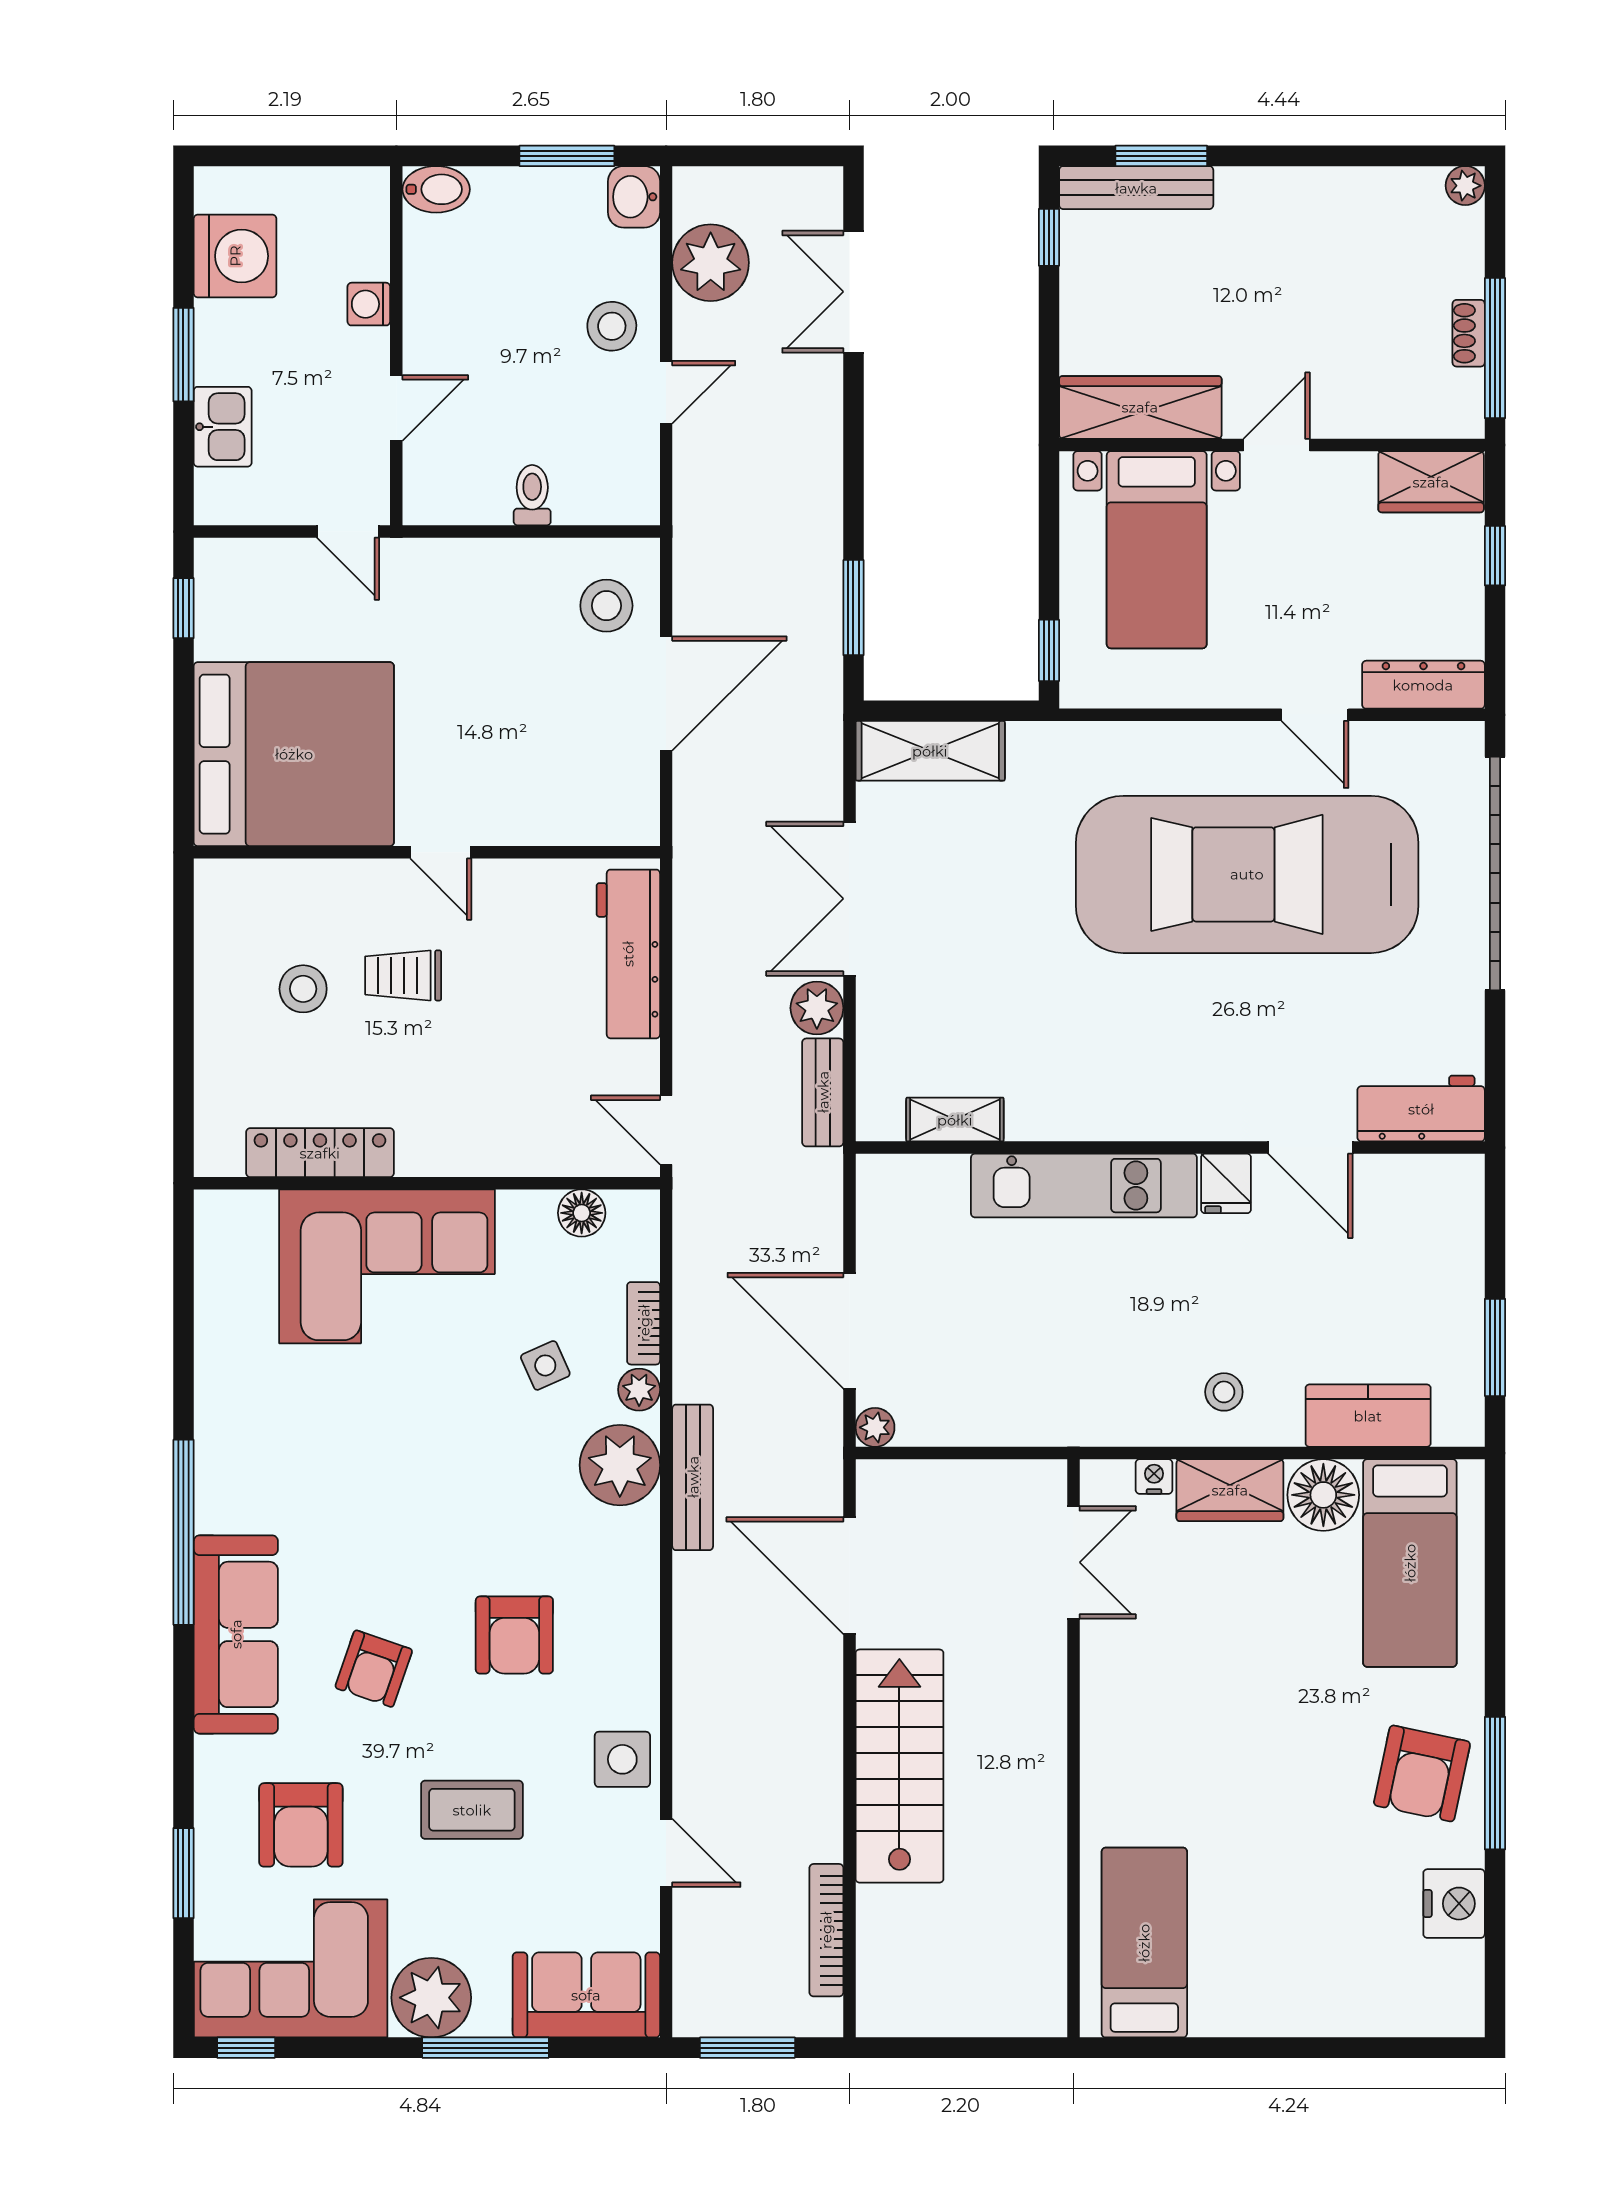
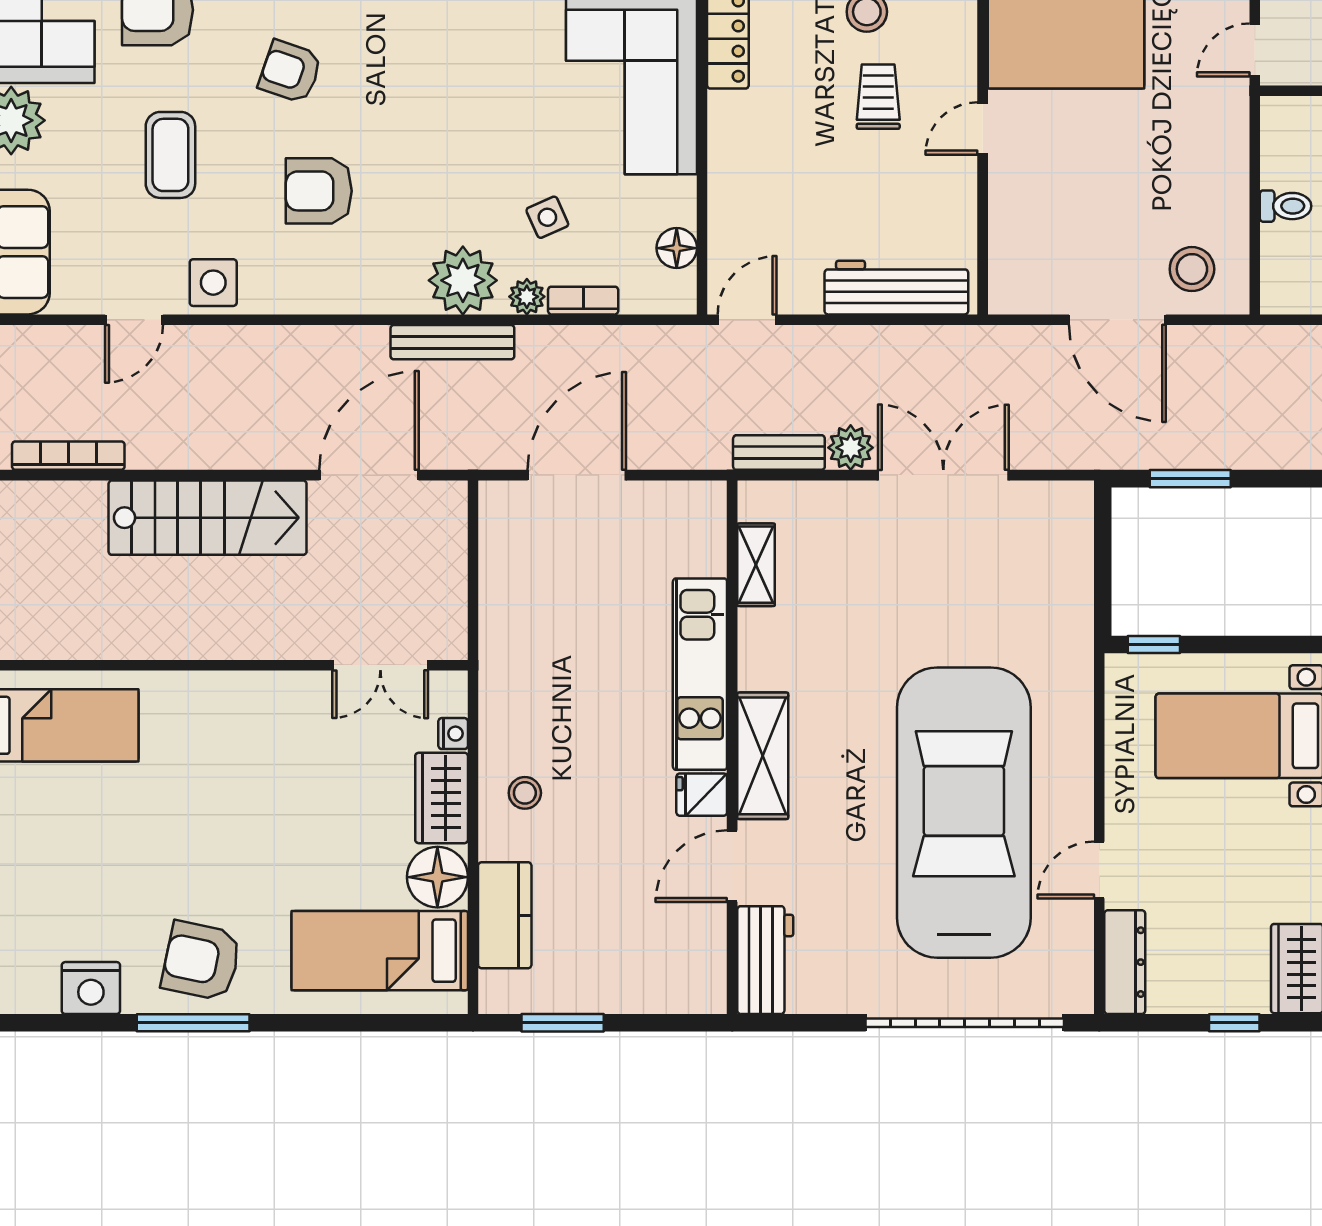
shelving: (930, 751) -> (763, 756), moved
plant: (875, 1427) -> (495, 497), removed

